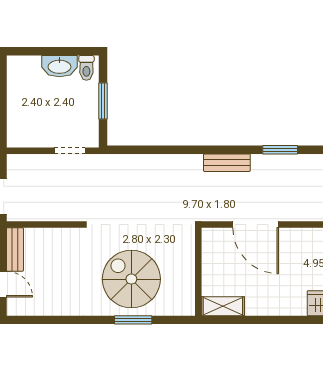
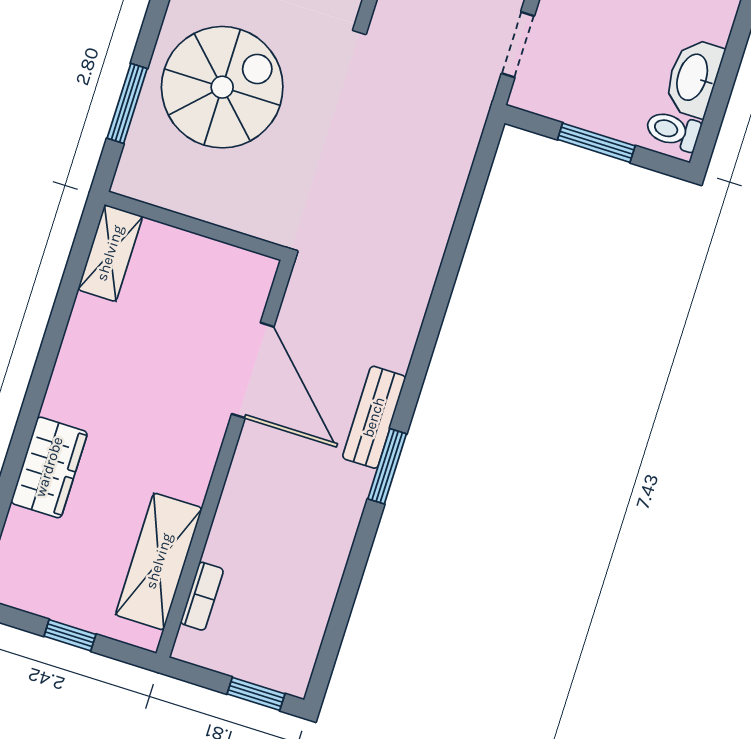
bench: (227, 163) -> (374, 417), moved
door: (256, 225) -> (253, 370), swing flipped
window: (133, 320) -> (127, 103), moved

